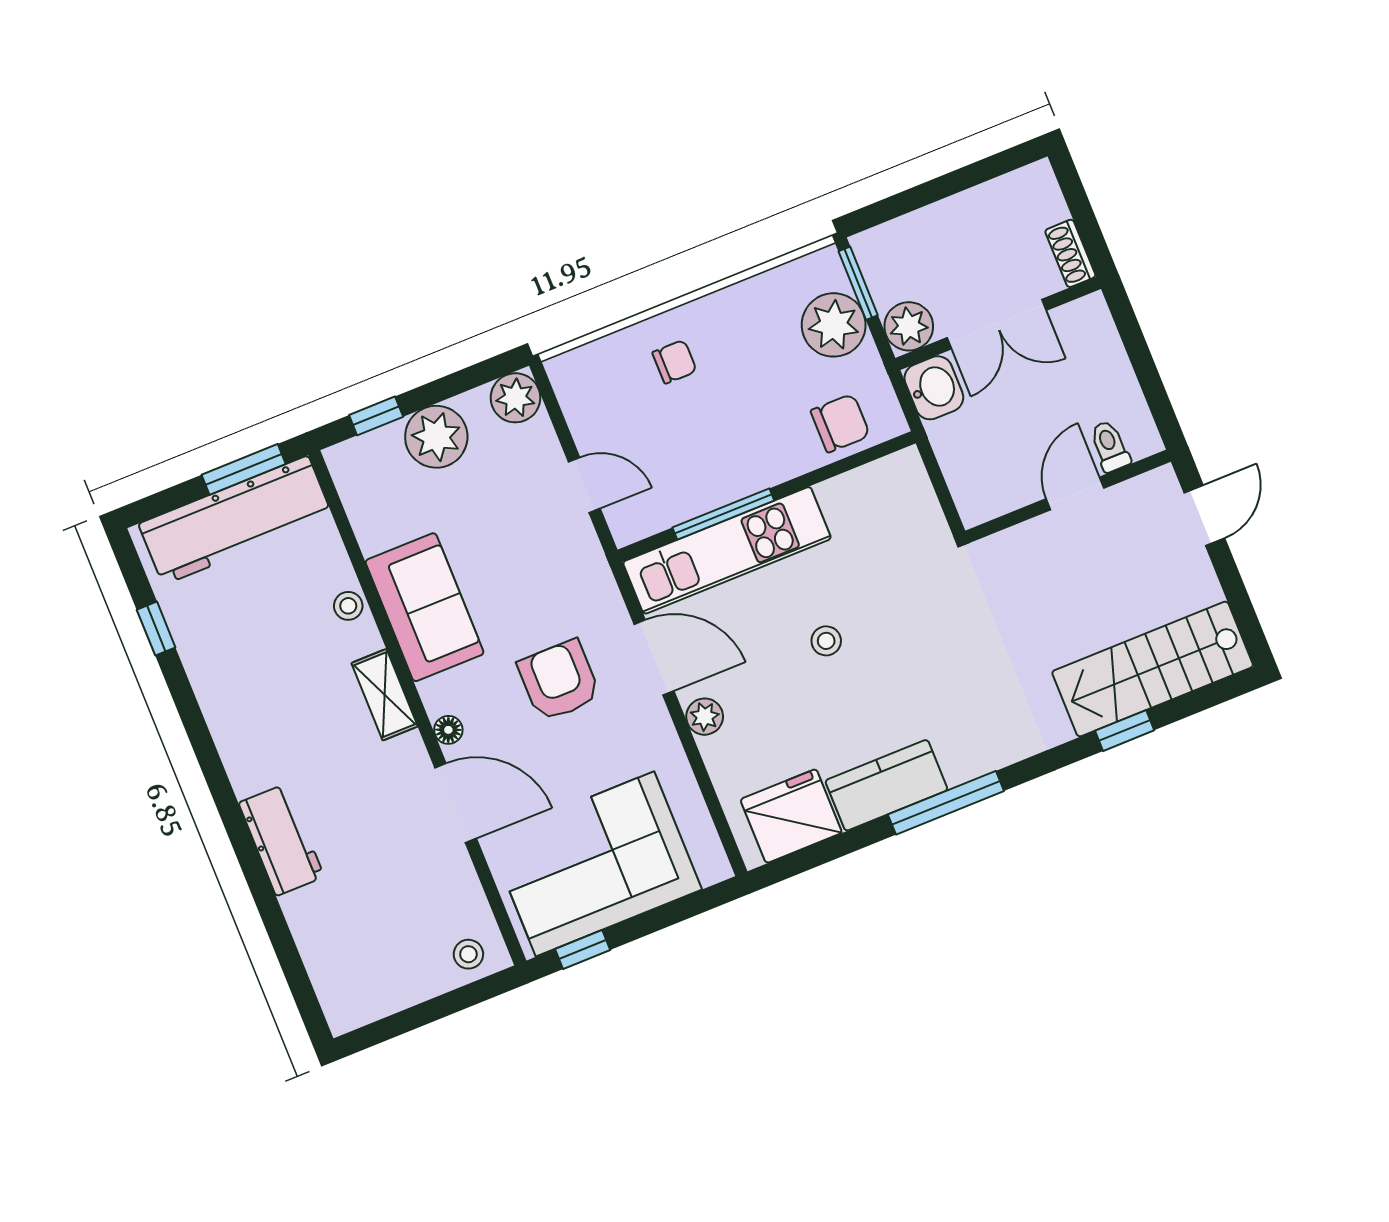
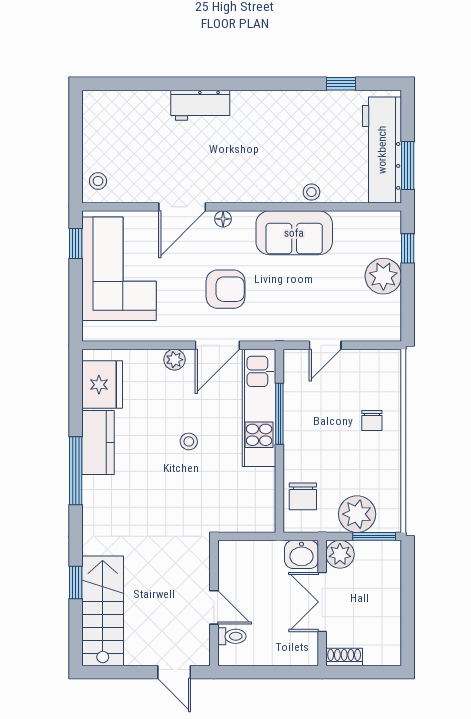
plant: (515, 398) -> (387, 327), removed
shelving: (385, 695) -> (256, 192), removed

